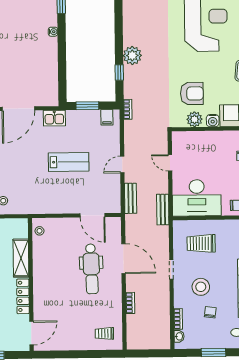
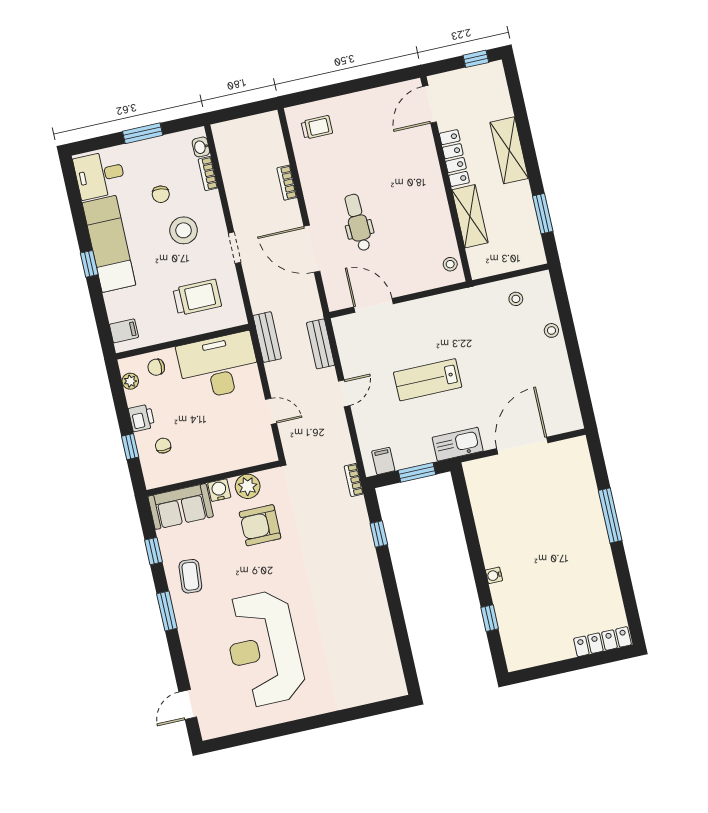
plant: (132, 56) -> (364, 564), removed
kitchen sink: (54, 118) -> (458, 444), width x1.38
dental chair: (91, 269) -> (358, 222), width x0.73, depth x0.72

